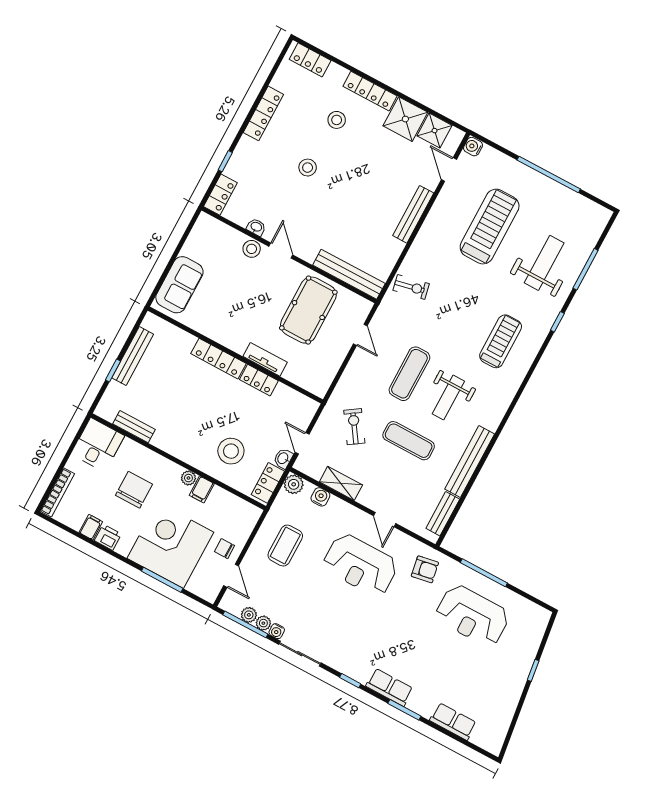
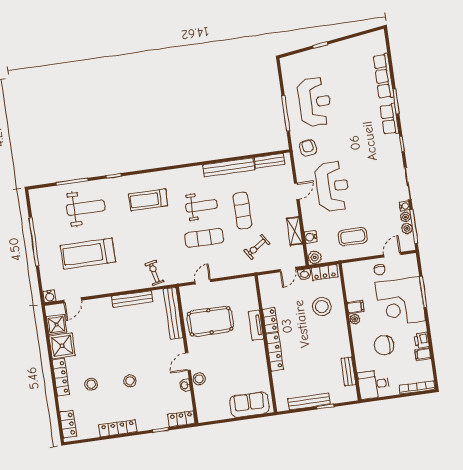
bench: (413, 214) -> (132, 299), moved
weight bench: (544, 263) -> (86, 208), turned 180
row of seats: (453, 722) -> (383, 76), width x1.48

